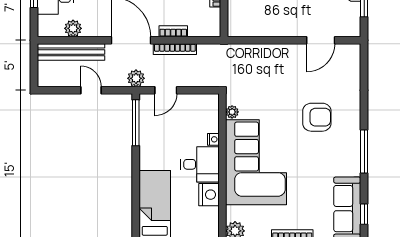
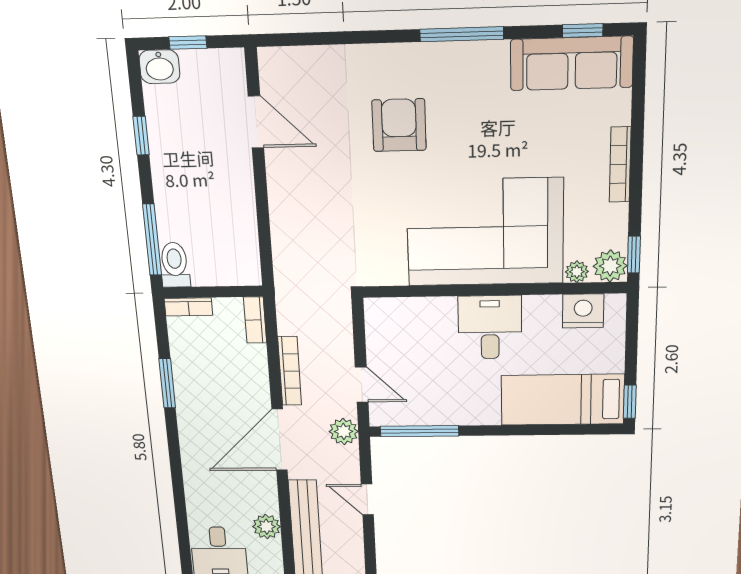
bookcase: (173, 31) -> (255, 320), moved
door: (91, 90) -> (367, 499), hinge flipped
plant: (232, 112) -> (577, 272), moved
nightstand: (213, 139) -> (445, 306), removed
nightstand: (209, 195) -> (583, 311), moved

